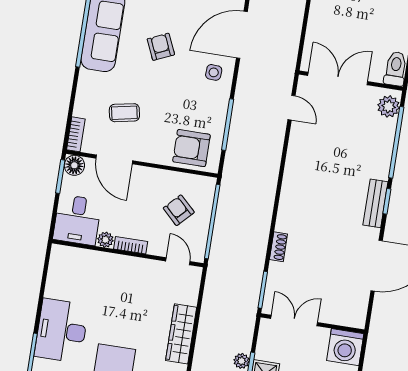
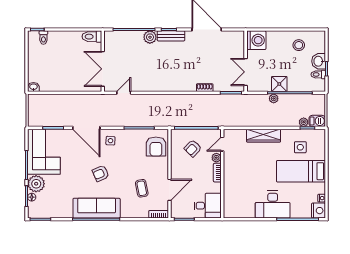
plant: (389, 106) -> (150, 37), moved
floor lamp: (74, 165) -> (177, 212), removed
plant: (105, 240) -> (216, 158), moved

